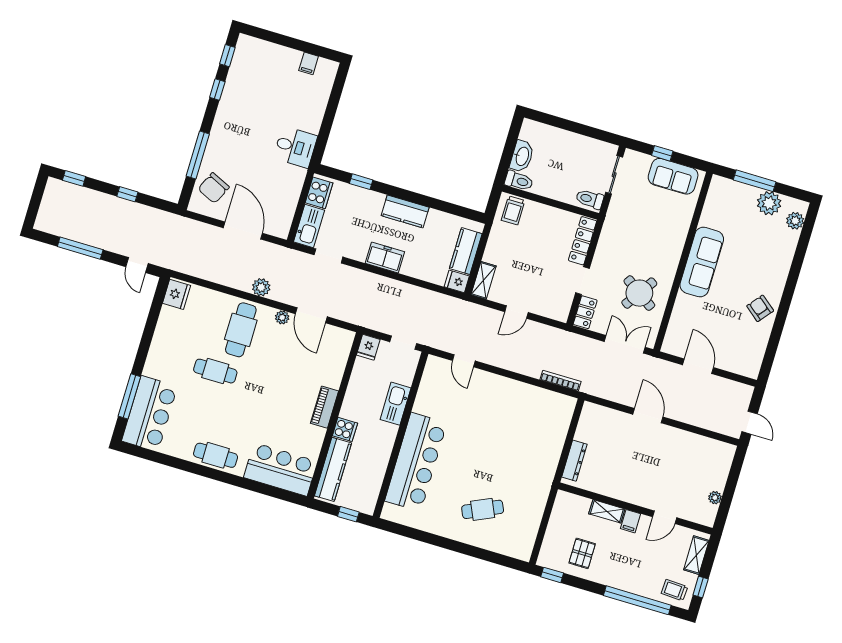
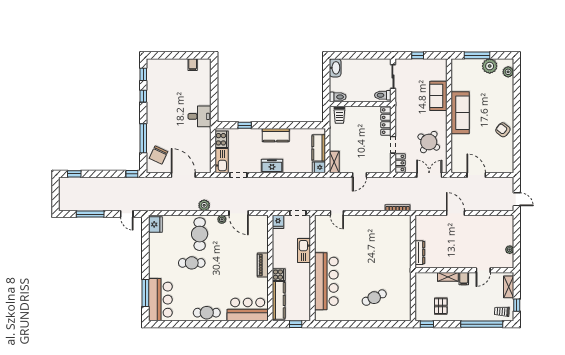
washbasin: (522, 156) -> (335, 68), moved
sofa: (673, 176) -> (438, 96), moved, turned 90
window: (127, 194) -> (132, 174), moved

